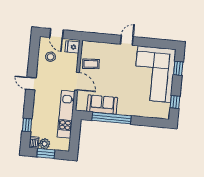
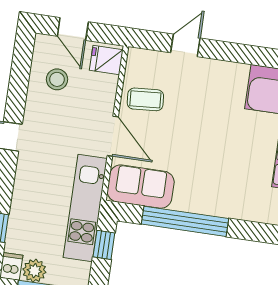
door: (127, 40) -> (185, 45), moved
sofa: (102, 104) -> (141, 187), moved
window: (75, 131) -> (104, 245), added

